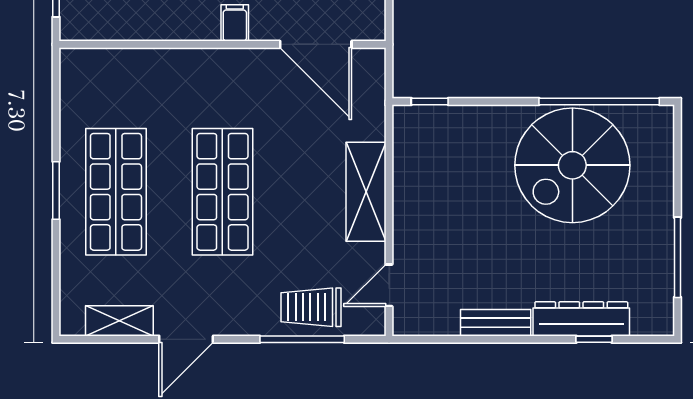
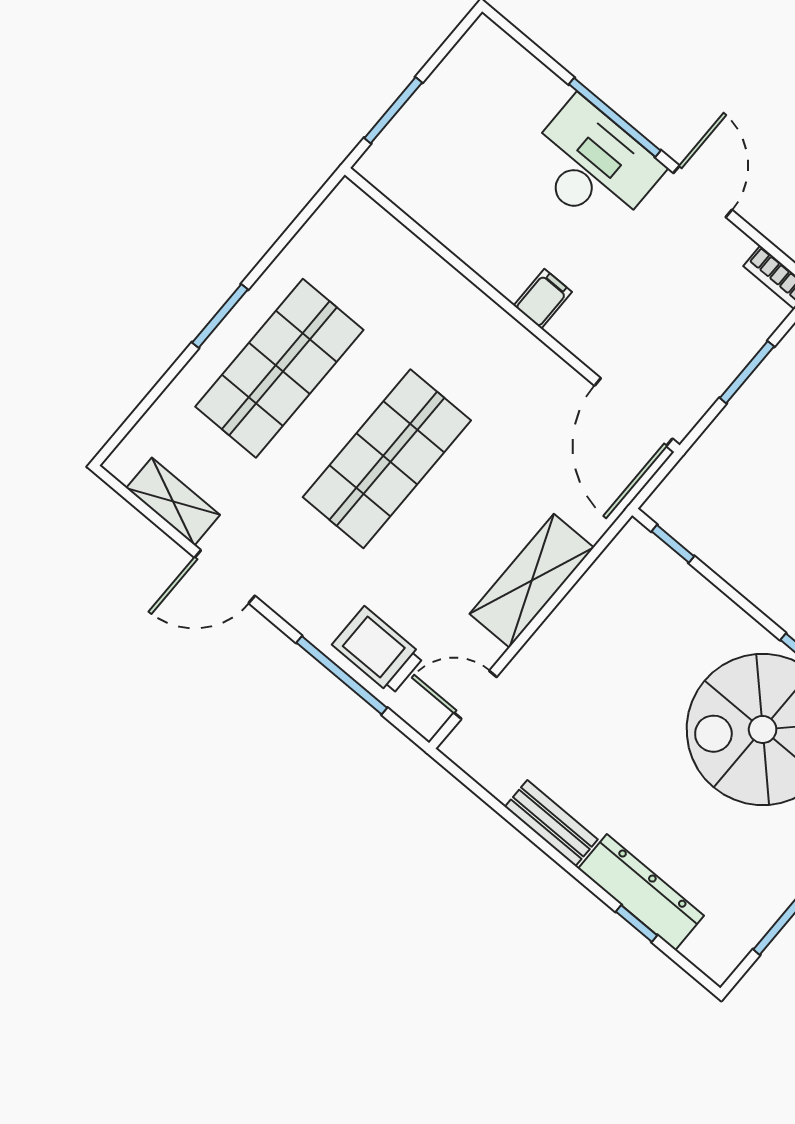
door: (316, 44) -> (633, 412), moved

